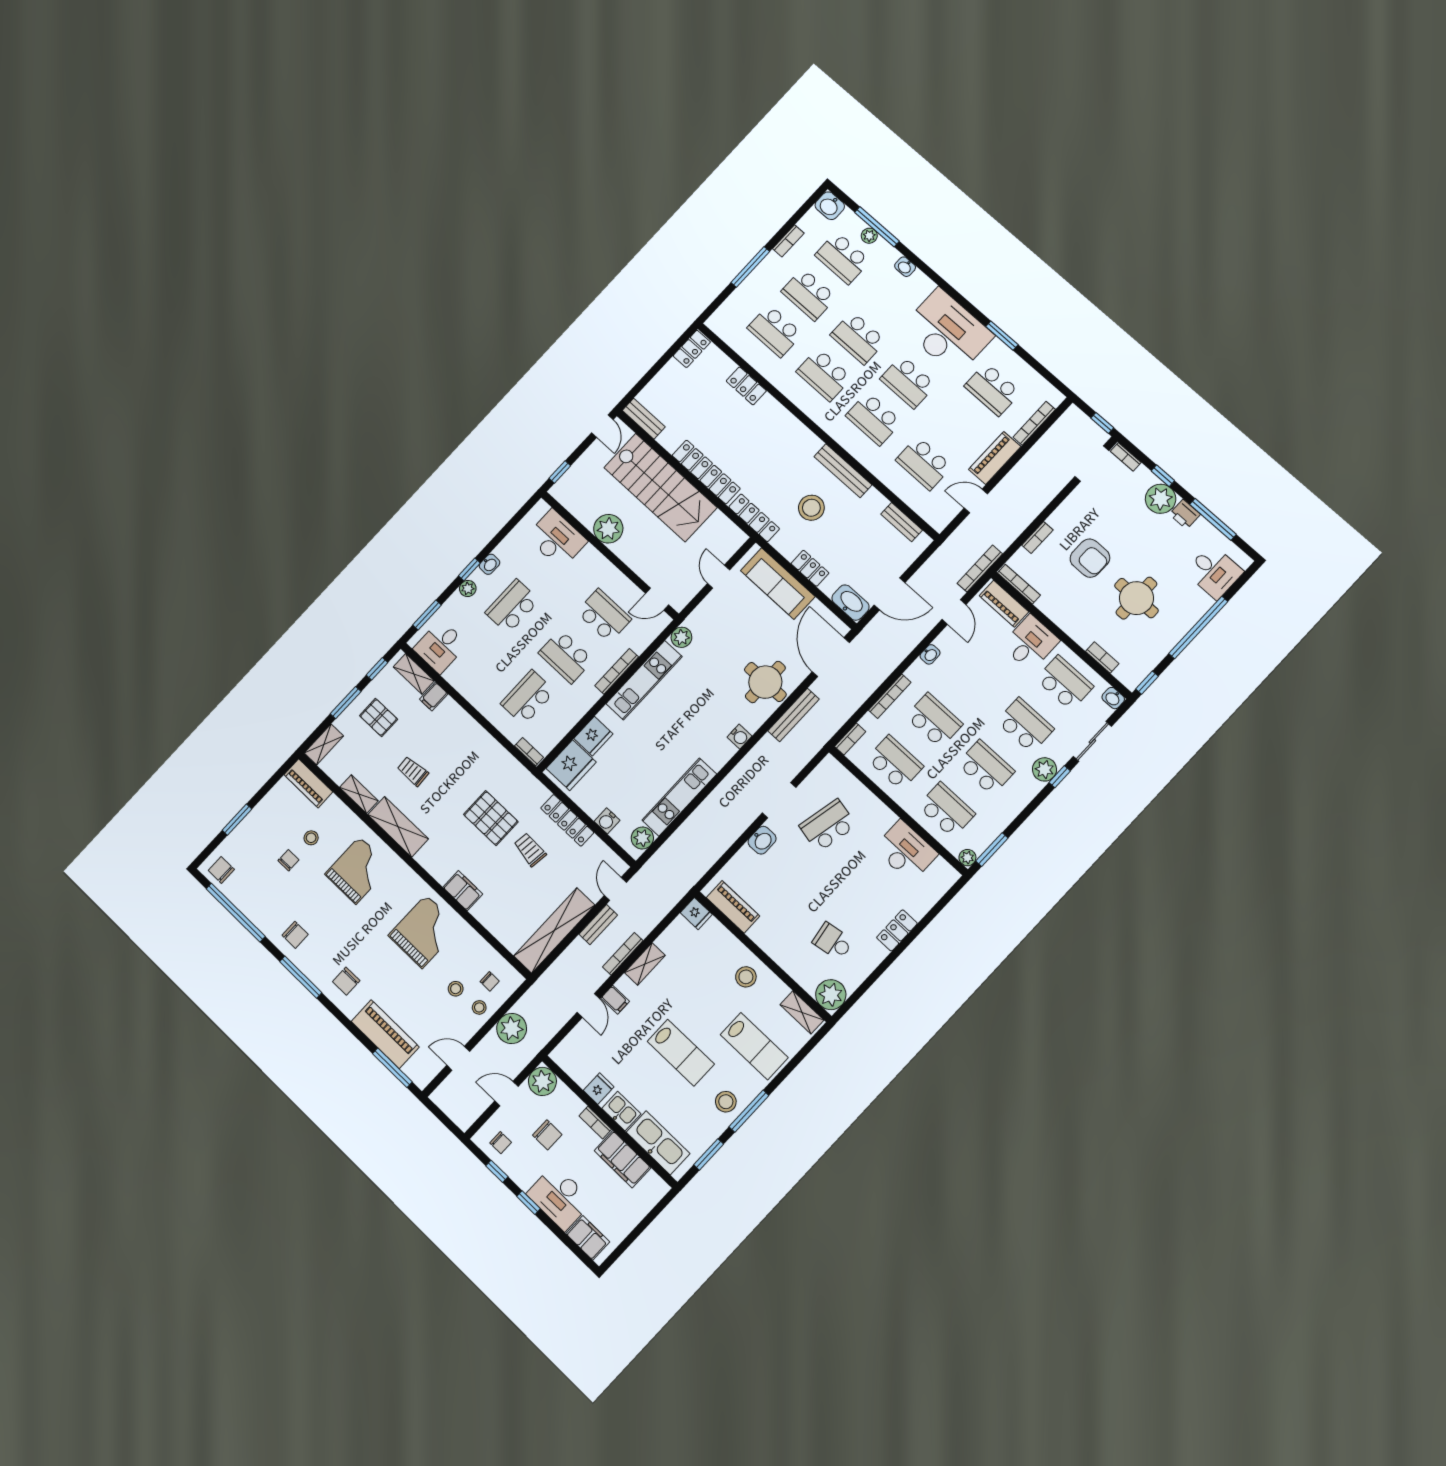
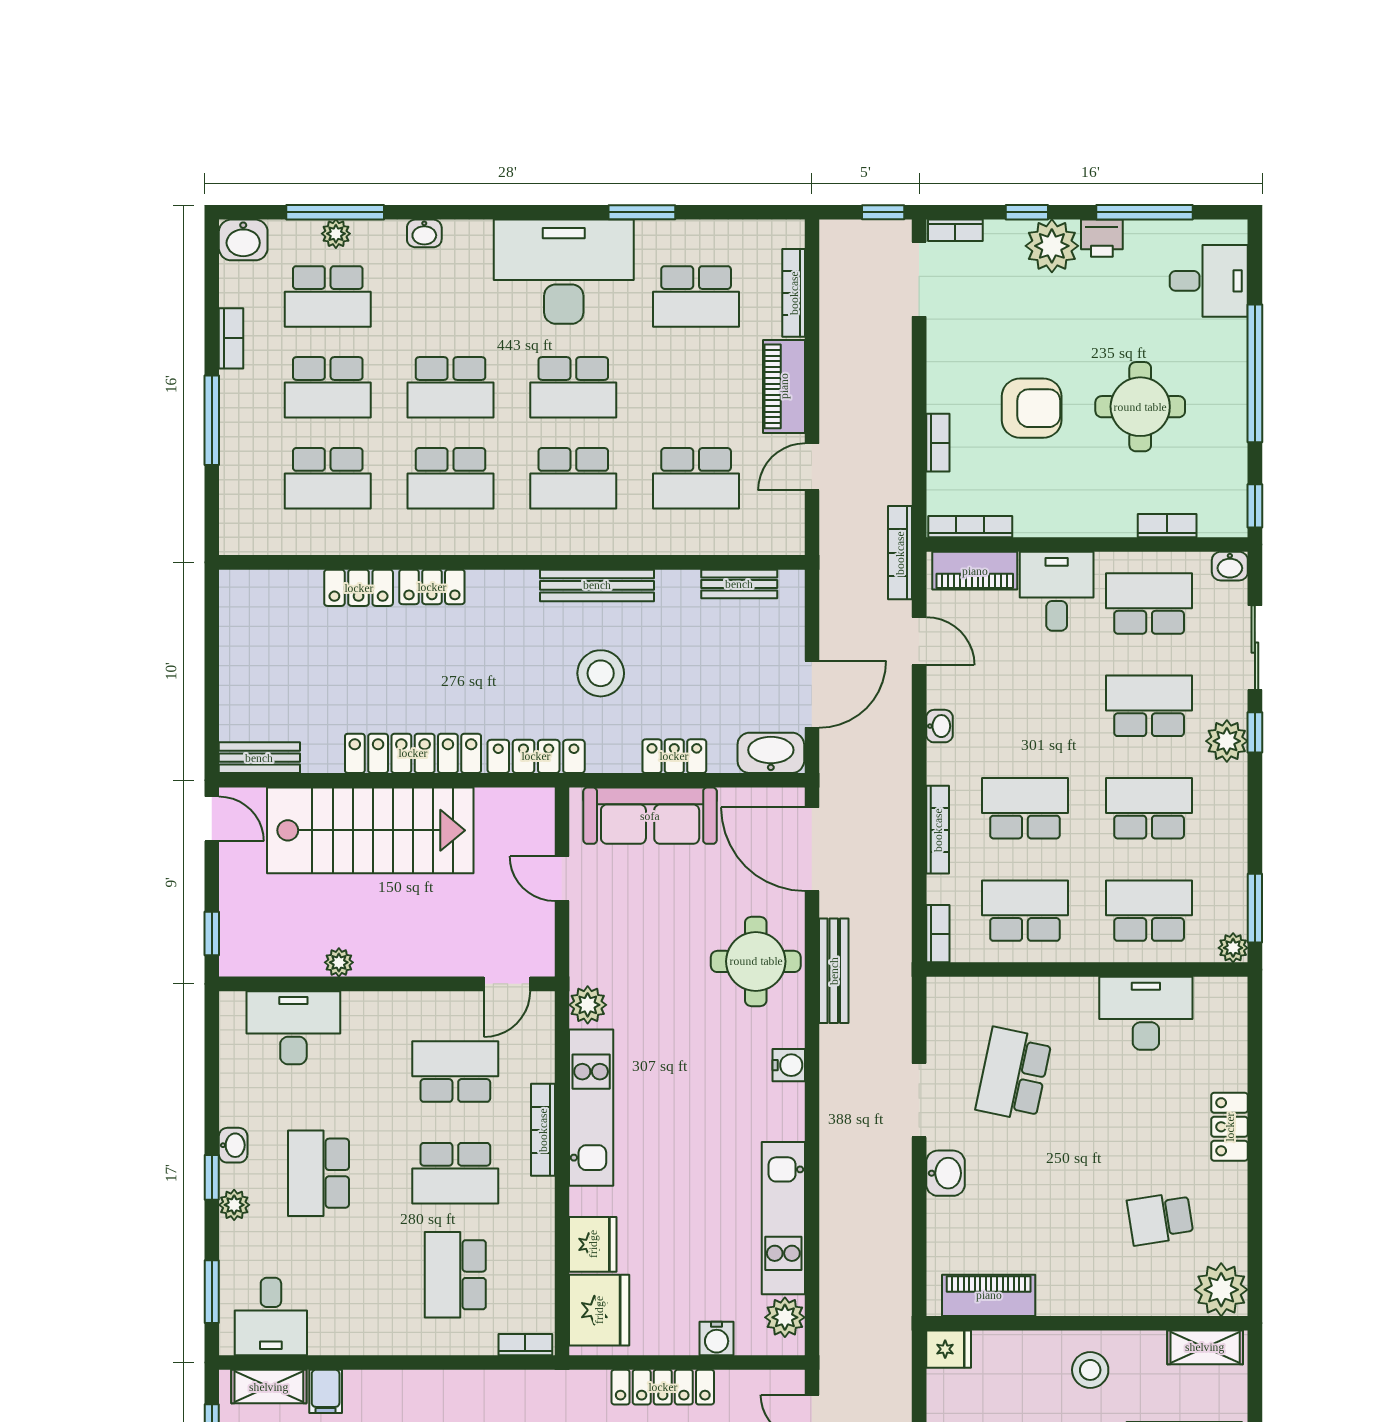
locker: (692, 349) -> (432, 587), moved, turned 90
plant: (608, 529) -> (339, 962), width x0.53, depth x0.53

